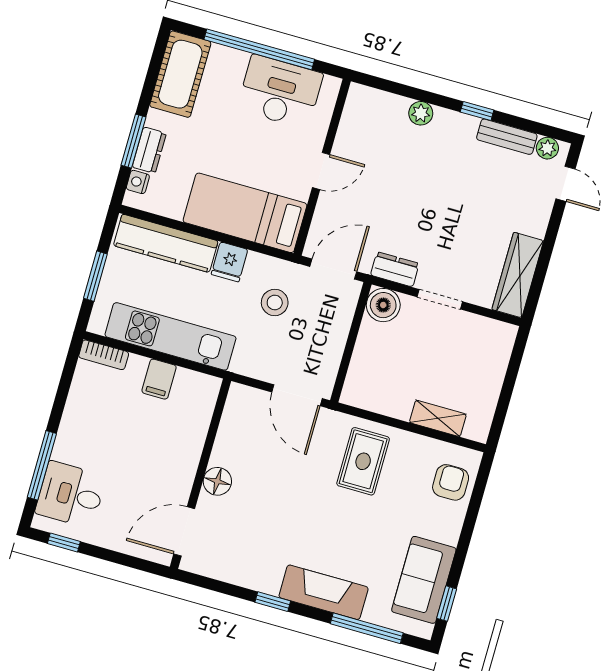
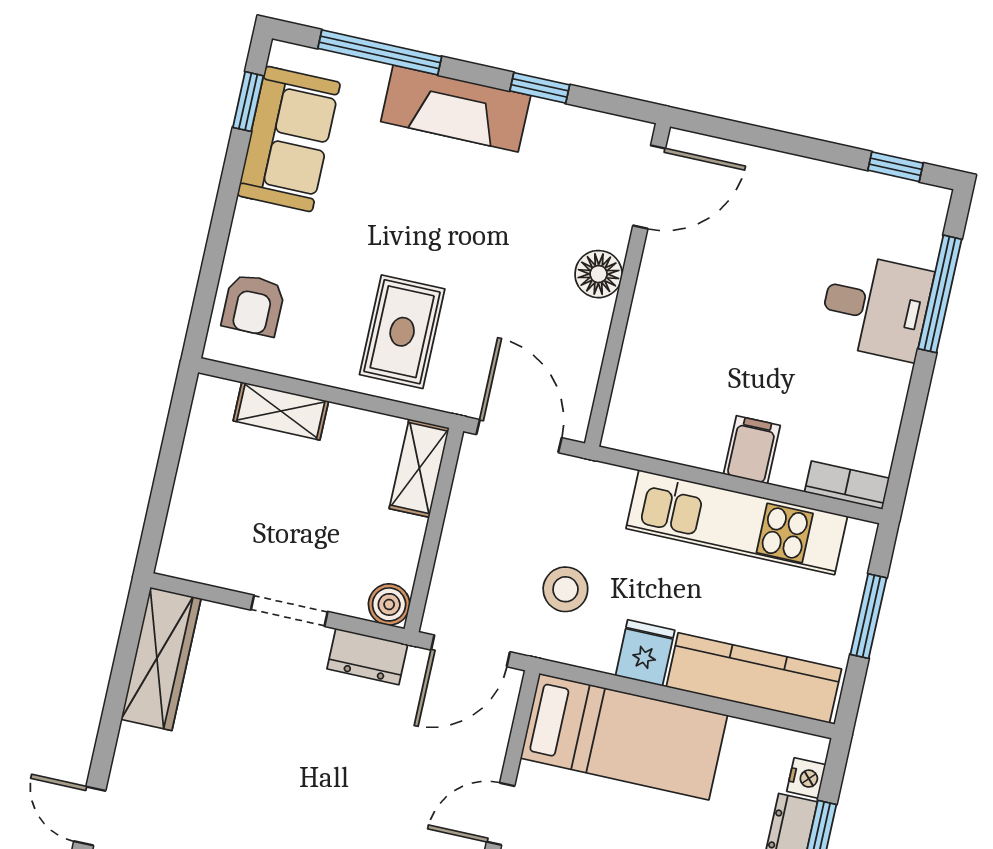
boiler: (383, 305) -> (389, 604), width x0.73, depth x0.73
shelving: (357, 380) -> (419, 468), added
wall: (200, 474) -> (627, 285), moved
floor lamp: (217, 481) -> (599, 274), moved
desk: (71, 495) -> (876, 307), moved
door: (184, 531) -> (649, 187), moved

